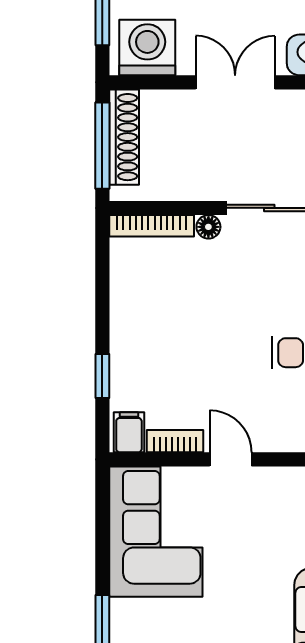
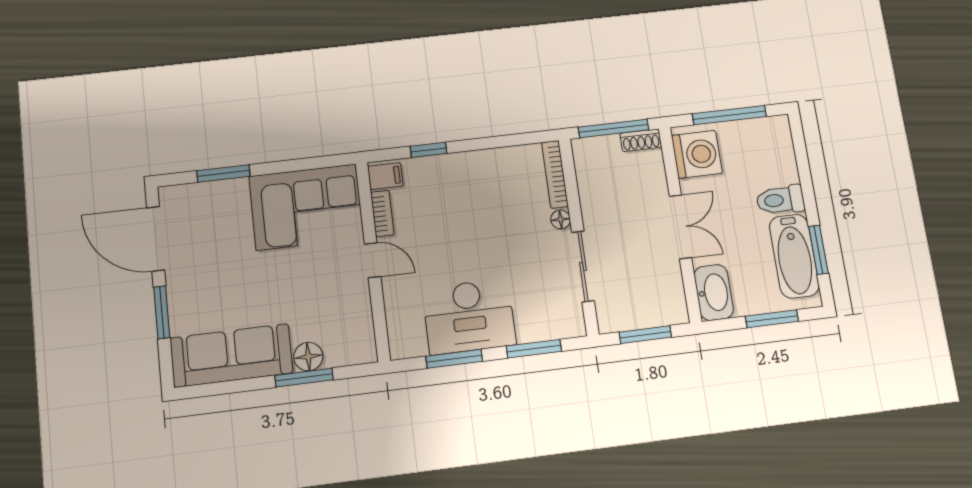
shoe rack: (124, 137) -> (641, 140), width x0.51, depth x0.81
door: (231, 459) -> (373, 260), hinge flipped

